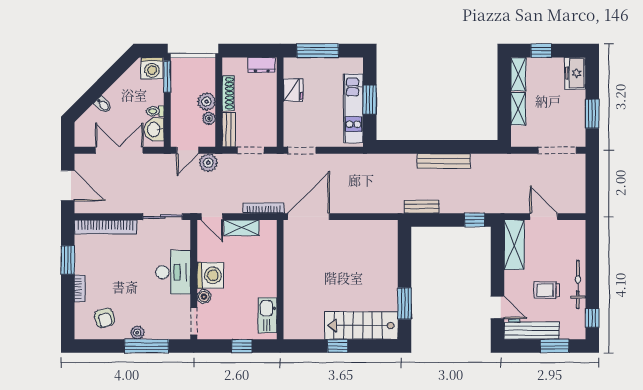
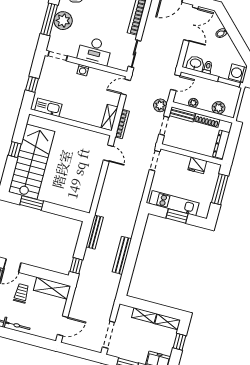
dresser: (262, 65) -> (221, 144), width x1.44
plant: (207, 102) -> (218, 108), moved
double door: (119, 150) -> (191, 24), moved
door: (188, 150) -> (175, 83), swing flipped
plant: (208, 163) -> (160, 105), moved
bench: (422, 207) -> (95, 232), width x1.36
door: (309, 217) -> (108, 153), width x0.53
door: (544, 217) -> (63, 326), moved
shelving: (241, 228) -> (110, 117), moved
washing machine: (210, 275) -> (83, 70), width x0.53, depth x0.53
trolley: (547, 290) -> (21, 293), moved
boiler: (204, 297) -> (73, 67), removed
stairs: (361, 326) -> (32, 162), width x1.36, depth x1.51
plant: (137, 333) -> (63, 21), width x1.88, depth x1.88

